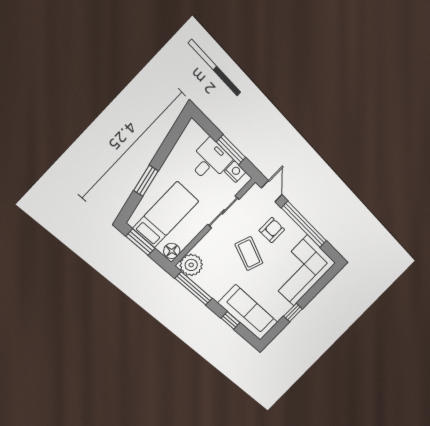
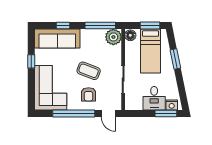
window: (231, 150) -> (166, 114), moved
nightstand: (235, 172) -> (172, 105), moved

